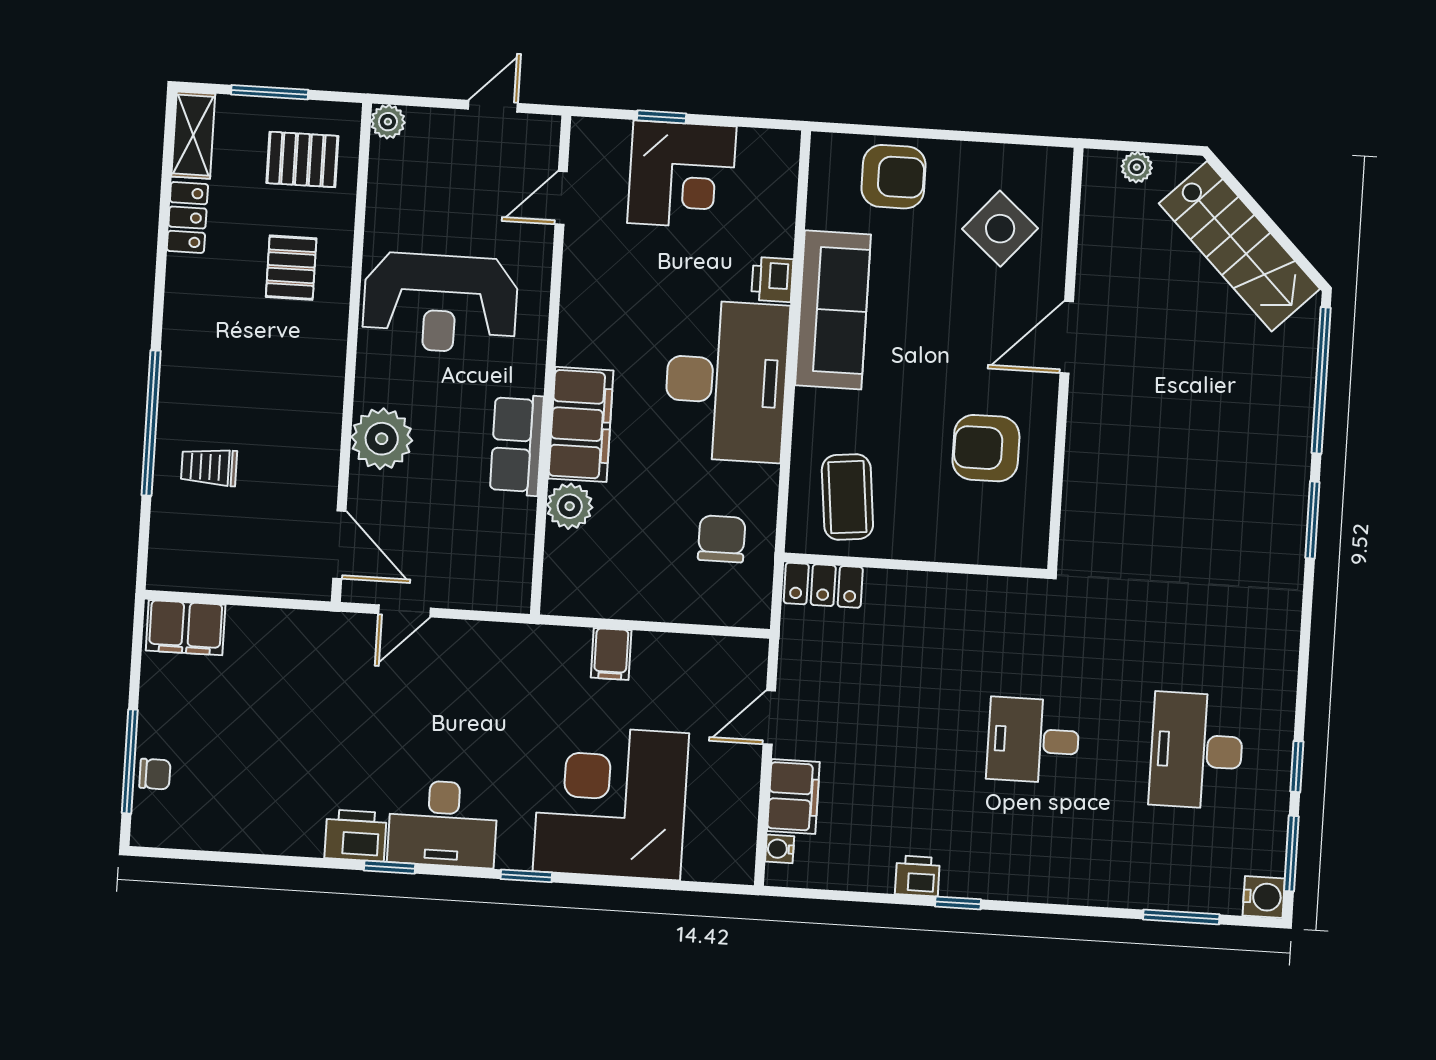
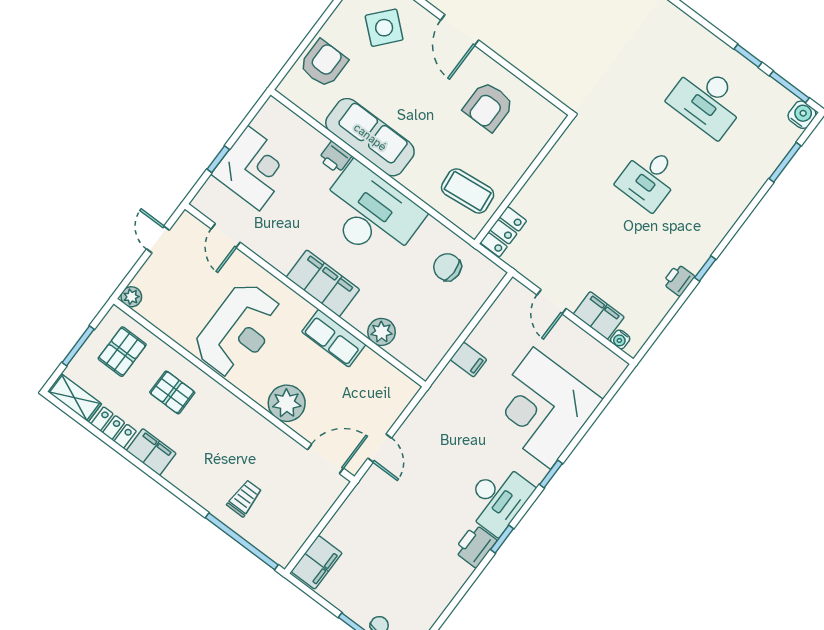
filing cabinet: (188, 293) -> (151, 452), added
window: (151, 423) -> (242, 541), moved
filing cabinet: (581, 424) -> (323, 283), moved
trolley: (209, 467) -> (244, 498), turned 180

